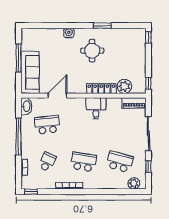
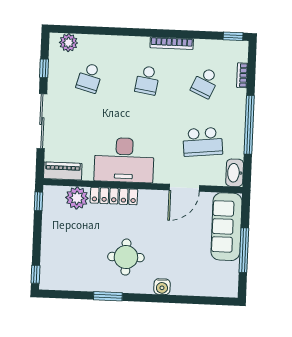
desk: (96, 108) -> (124, 160), width x1.87, depth x1.30
school desk: (83, 162) -> (147, 80), width x0.54
school desk: (120, 162) -> (89, 78), width x0.54

